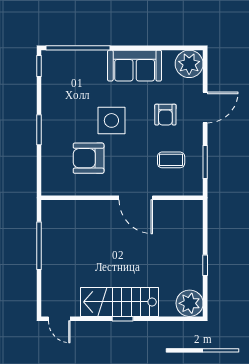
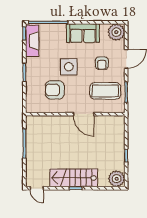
fireplace: (52, 78) -> (32, 41), added
coffee table: (171, 160) -> (105, 91), width x1.86, depth x1.72

